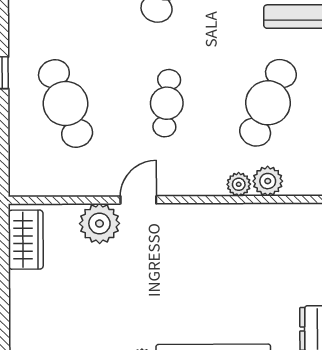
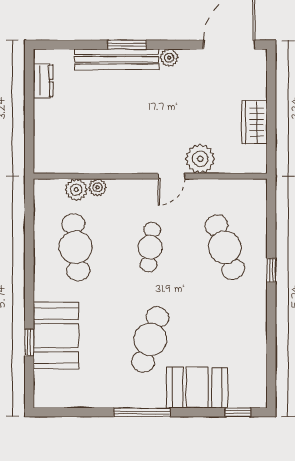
cafe table: (268, 103) -> (76, 247), turned -30
wardrobe: (26, 240) -> (254, 122), moved

